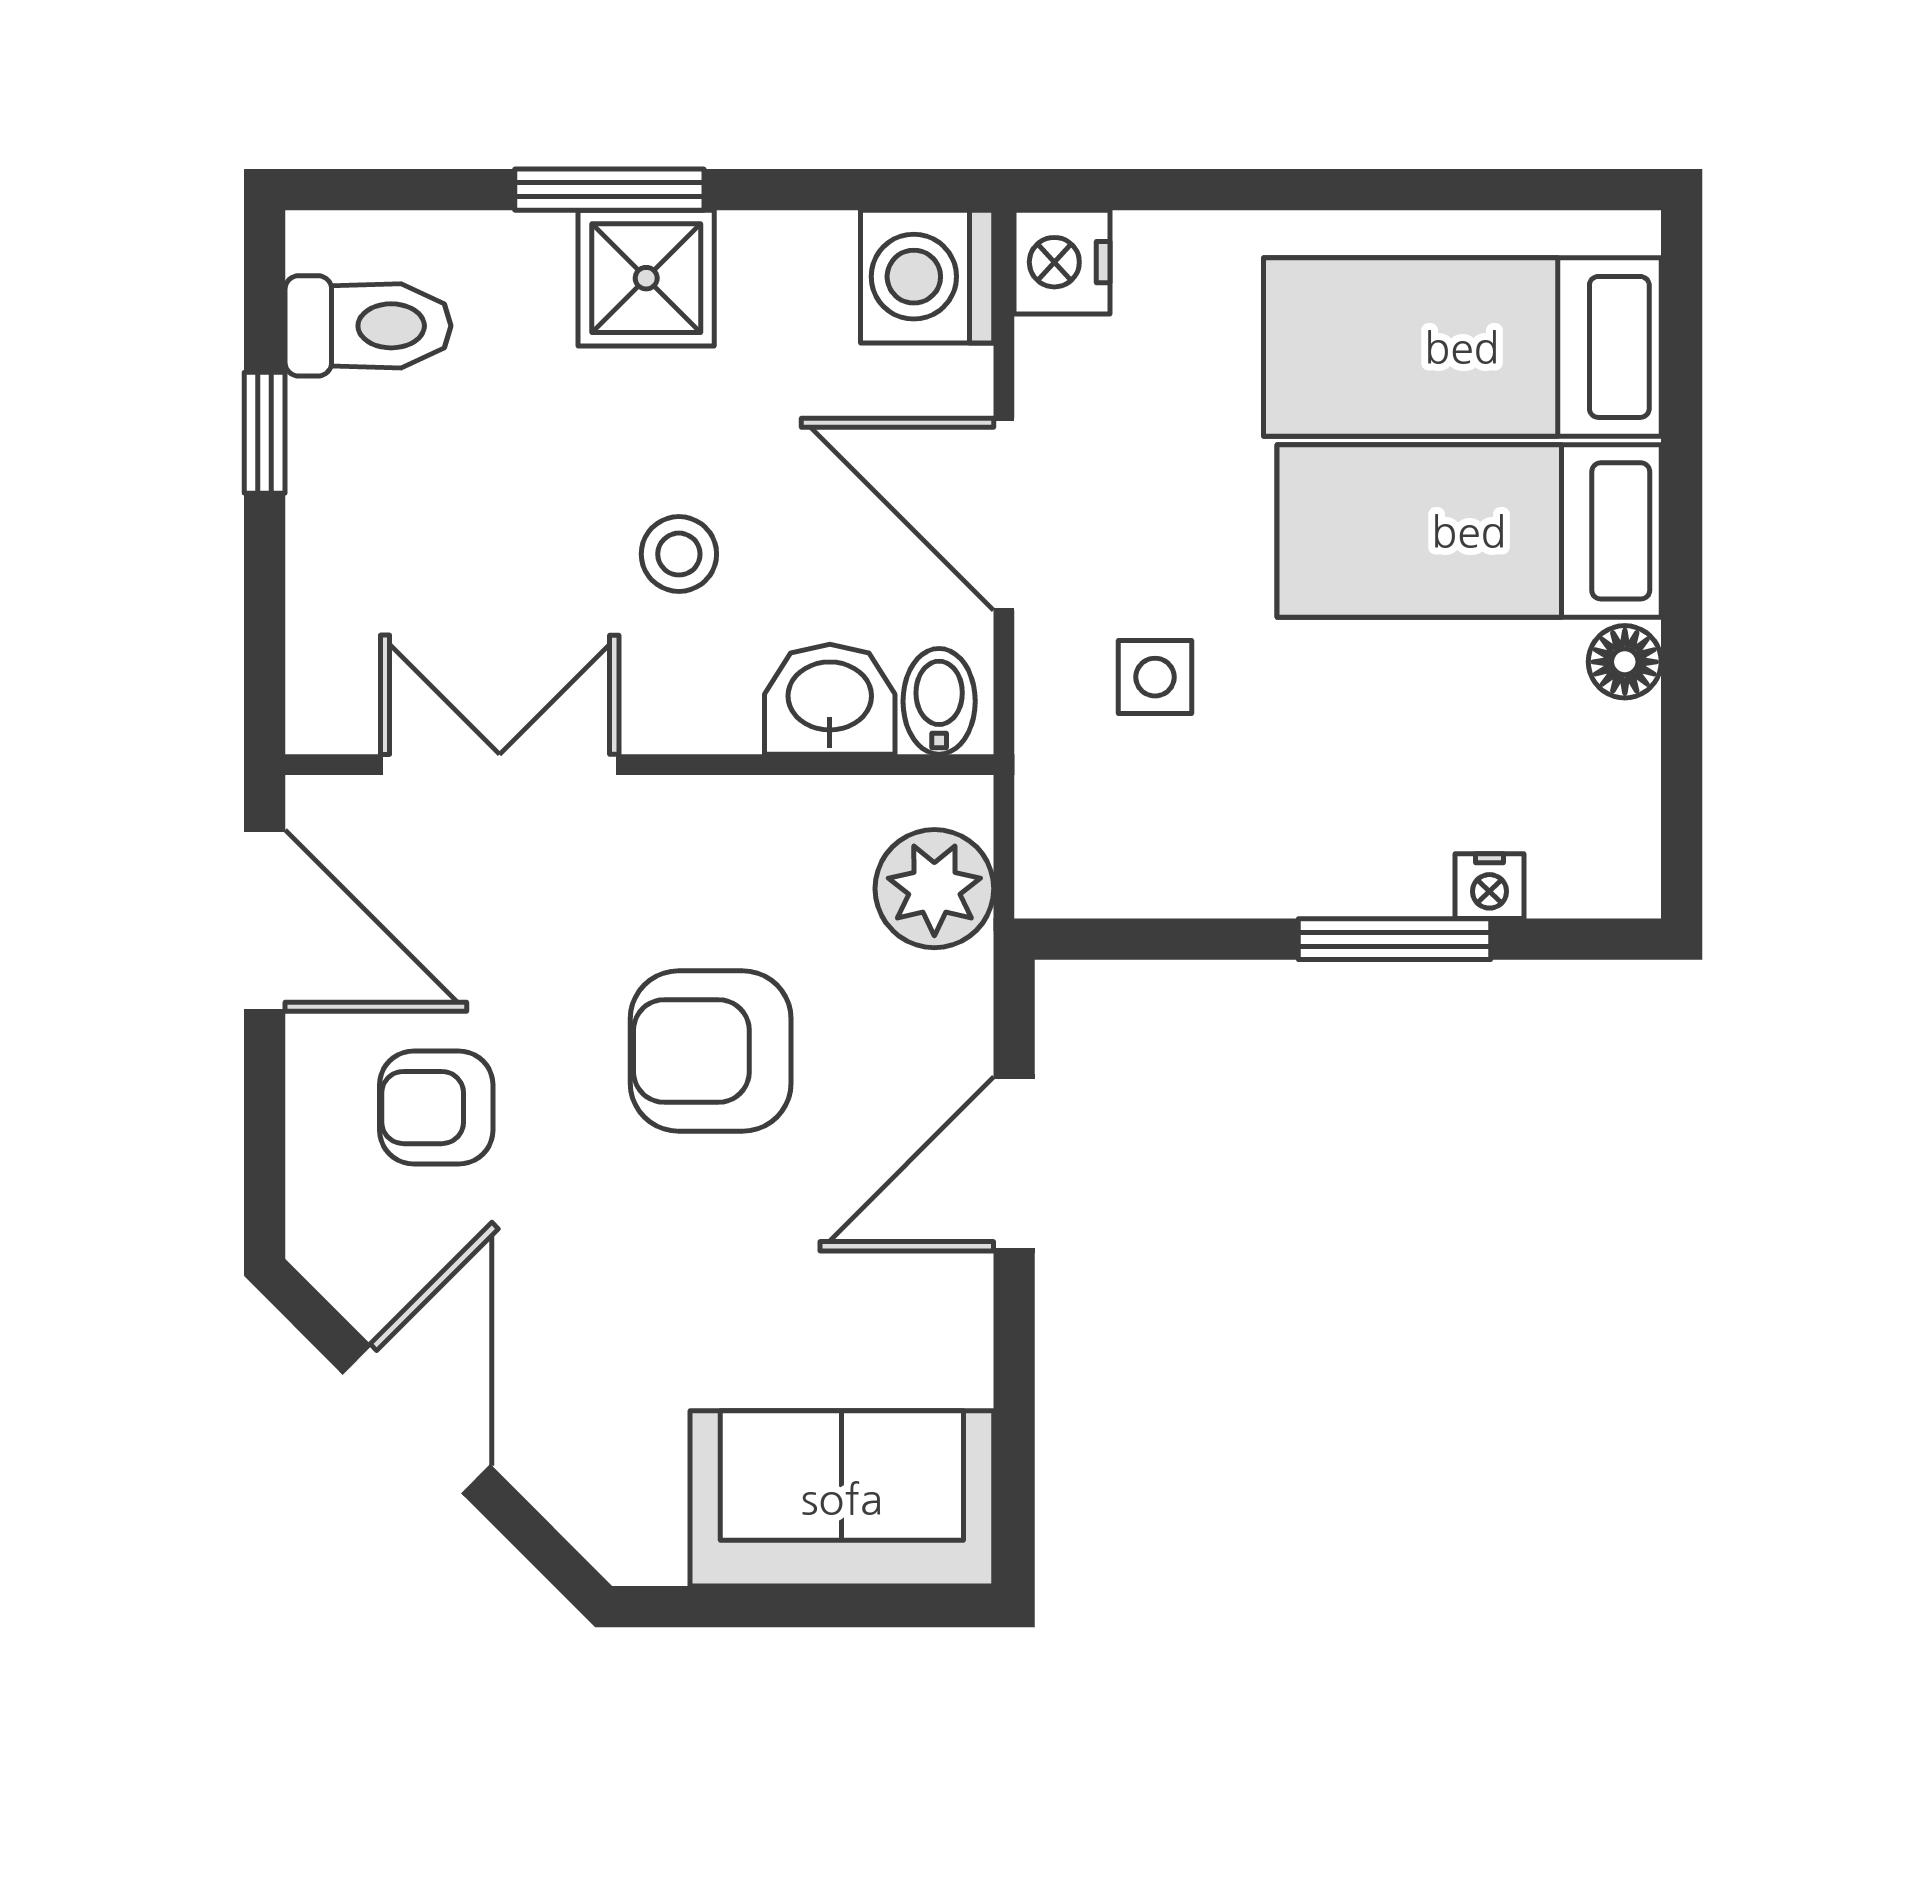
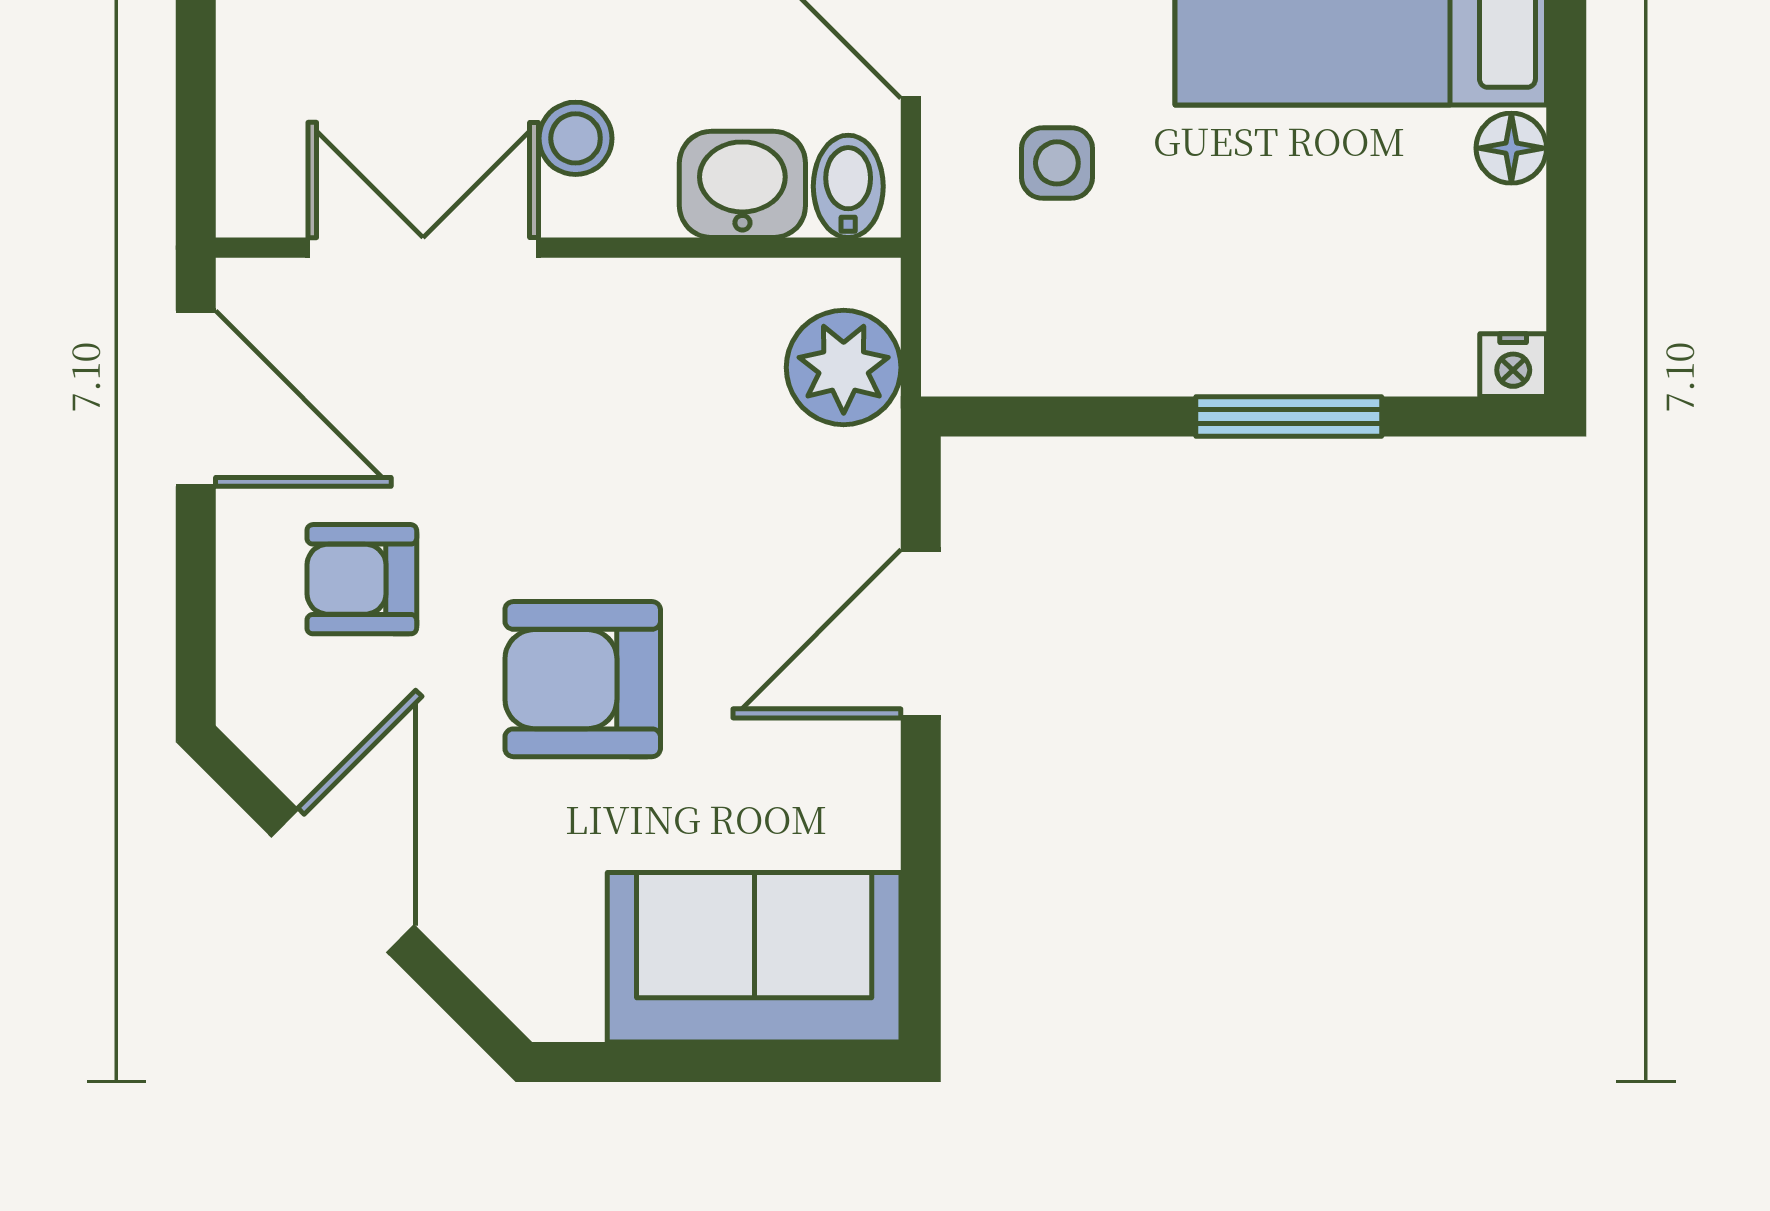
stool: (679, 554) -> (576, 138), moved
nightstand: (1490, 886) -> (1513, 365), moved
armchair: (711, 1051) -> (583, 679), moved

